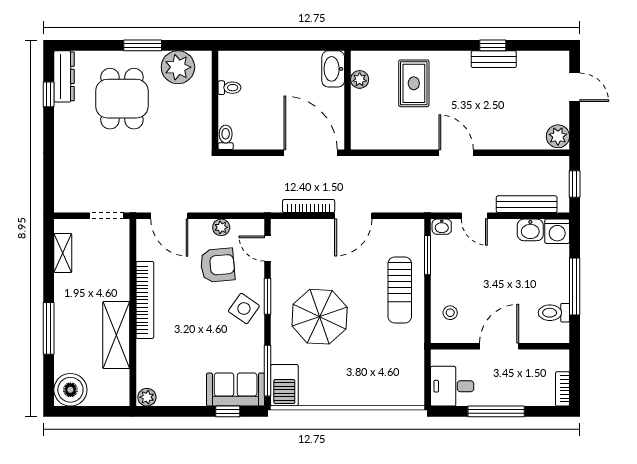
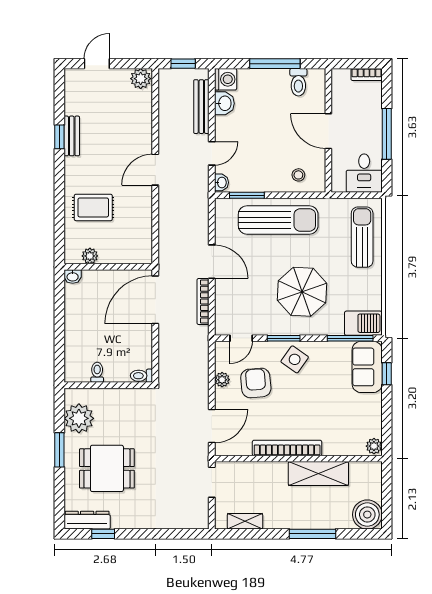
washbasin: (333, 69) -> (73, 276), width x0.52, depth x0.69
sun lounger: (400, 290) -> (278, 220), width x1.36, depth x1.34
sun lounger: (381, 384) -> (362, 237), added

